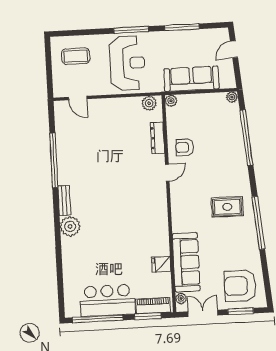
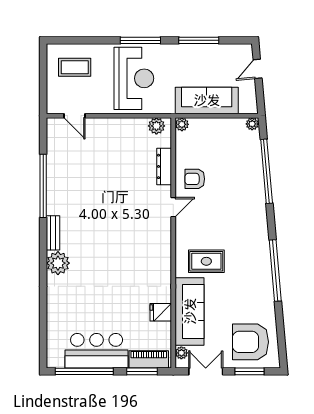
rug: (227, 207) -> (206, 261), moved

